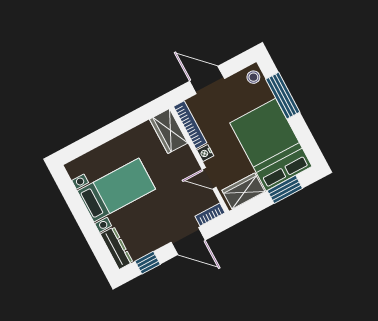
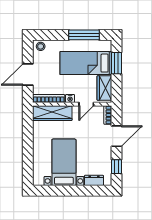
window: (283, 96) -> (84, 35), moved
wardrobe: (169, 131) -> (52, 113), width x1.50
bed: (271, 145) -> (86, 63), width x0.67
dresser: (117, 248) -> (94, 180), width x0.70

